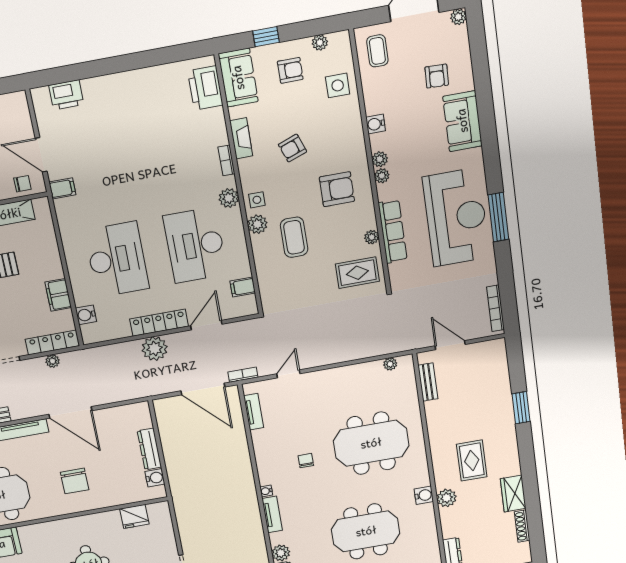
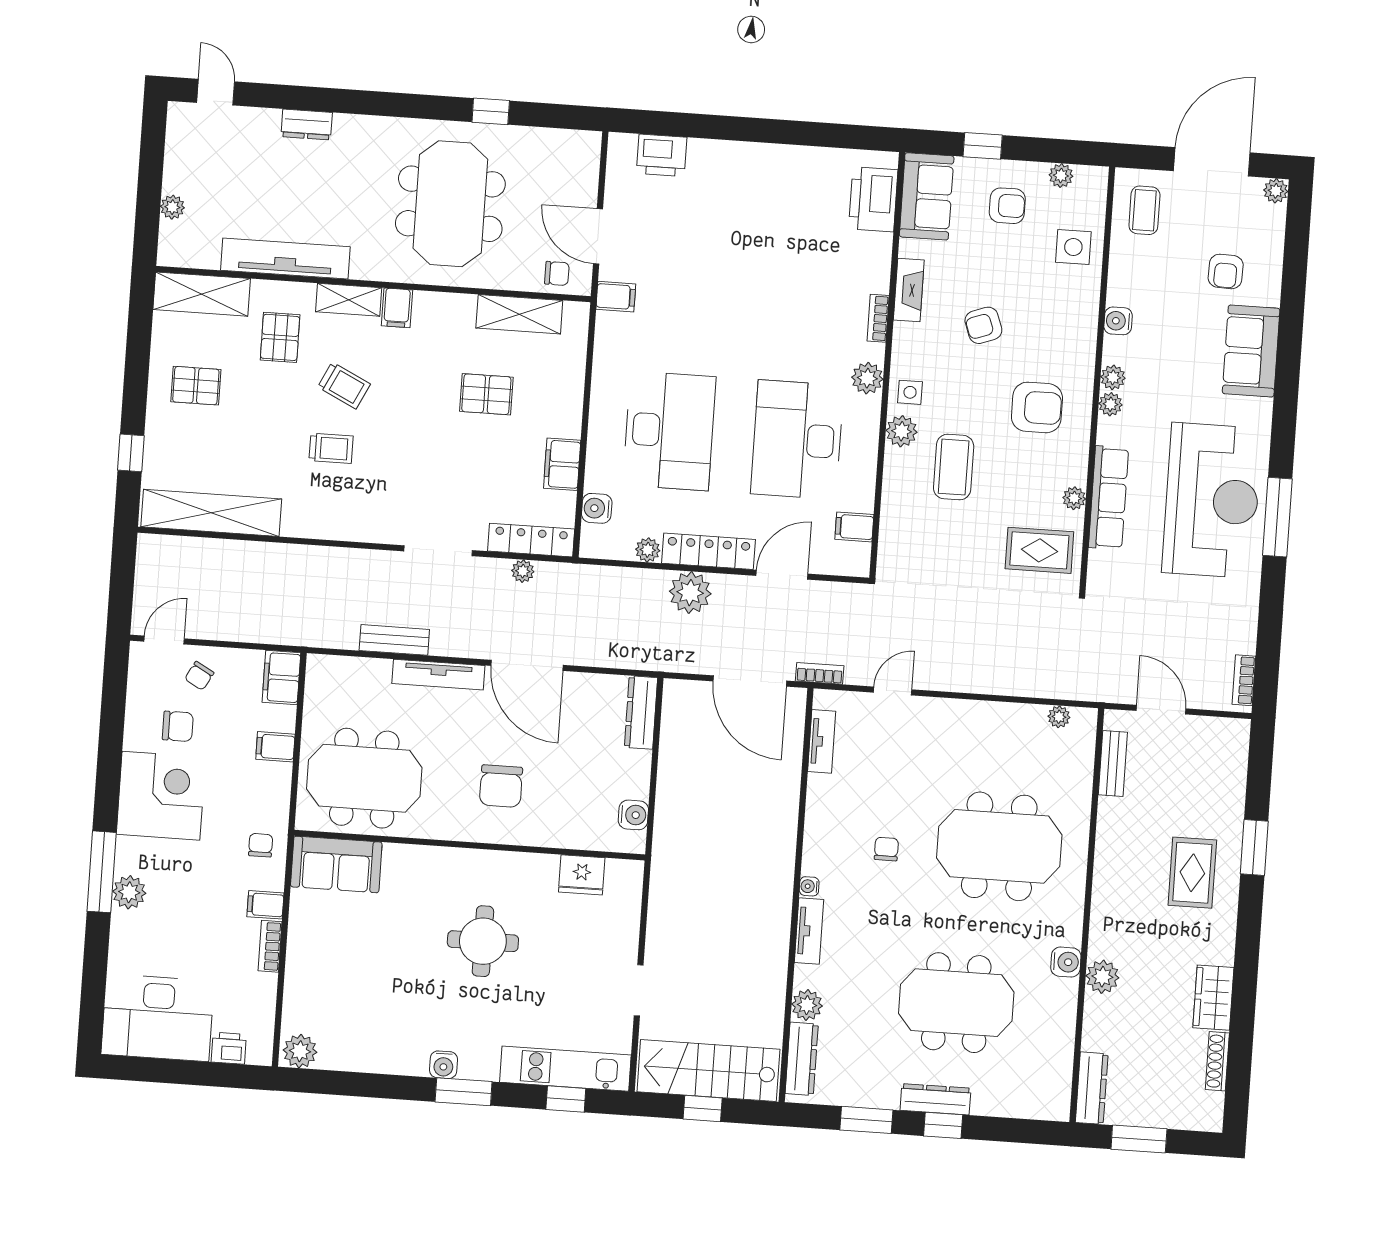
bookcase: (496, 308) -> (1244, 680), width x0.64
plant: (123, 331) -> (648, 550), added
dresser: (149, 449) -> (641, 712), moved
rug: (472, 461) -> (1192, 873), moved

